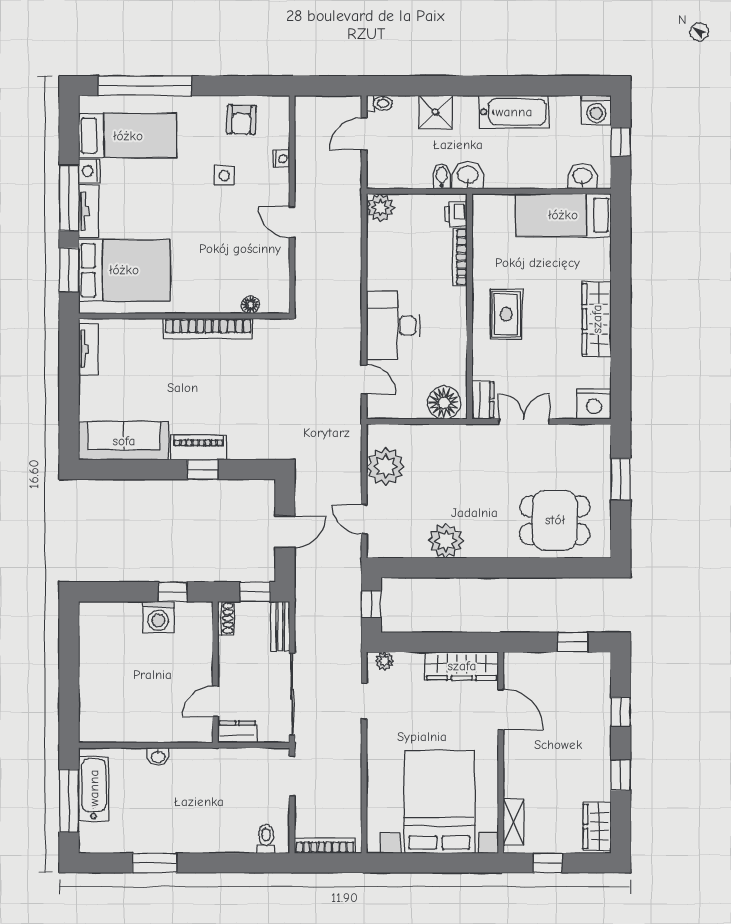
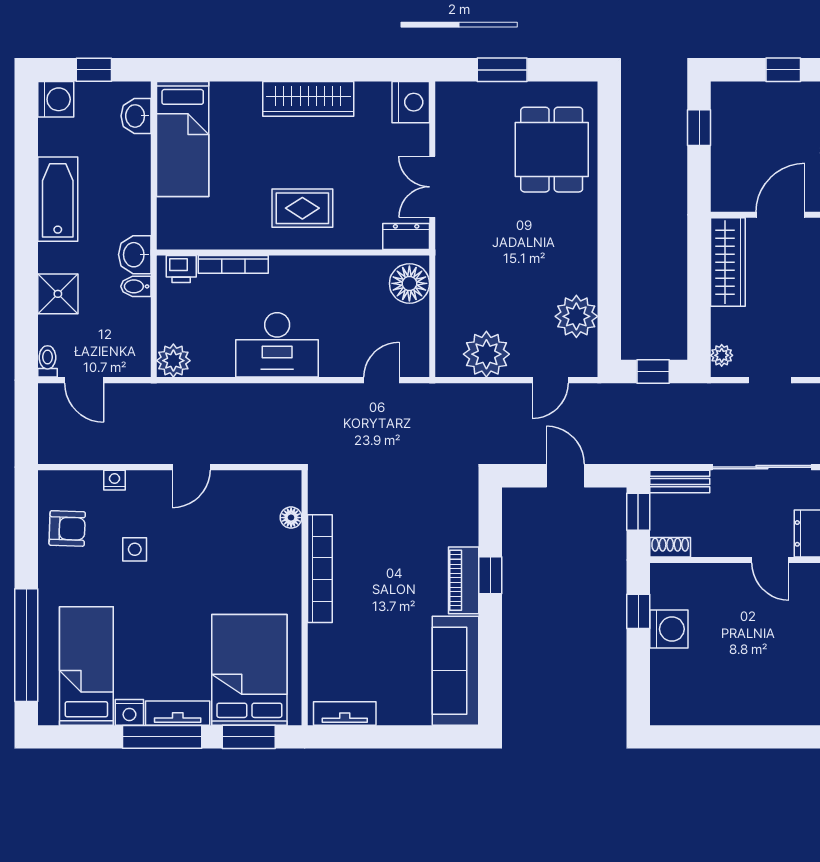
desk: (393, 326) -> (277, 345), moved
plant: (446, 541) -> (576, 316), moved

